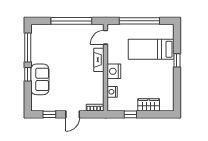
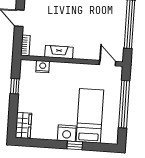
fireplace: (99, 60) -> (59, 52), moved
nightstand: (114, 71) -> (67, 133), moved, turned 180
wardrobe: (149, 105) -> (23, 125), moved

